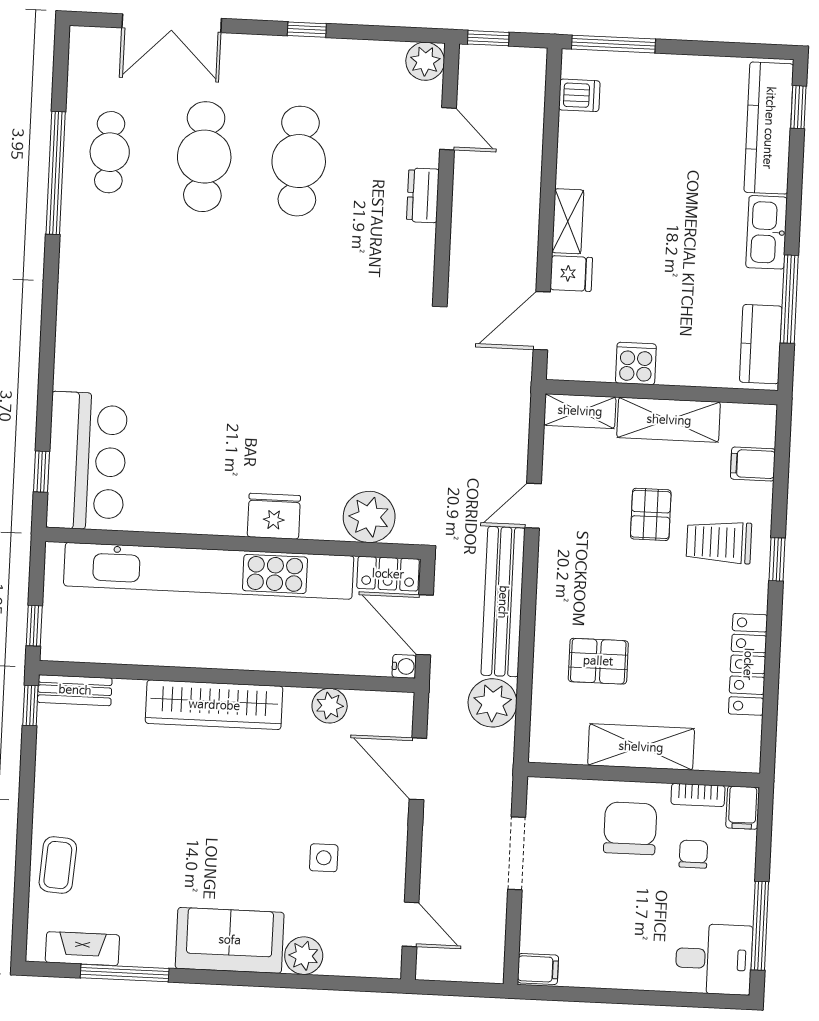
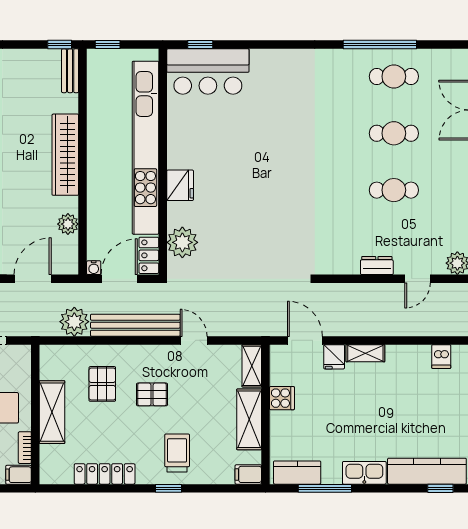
cafe table: (204, 157) -> (394, 133), width x0.73, depth x0.74
cafe table: (299, 161) -> (394, 190), width x0.73, depth x0.74
filing cabinet: (753, 464) -> (248, 474), moved, turned -90
pallet: (651, 514) -> (152, 394), moved

